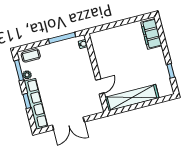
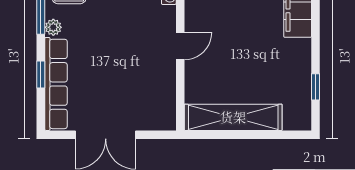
door: (100, 86) -> (180, 46), moved

